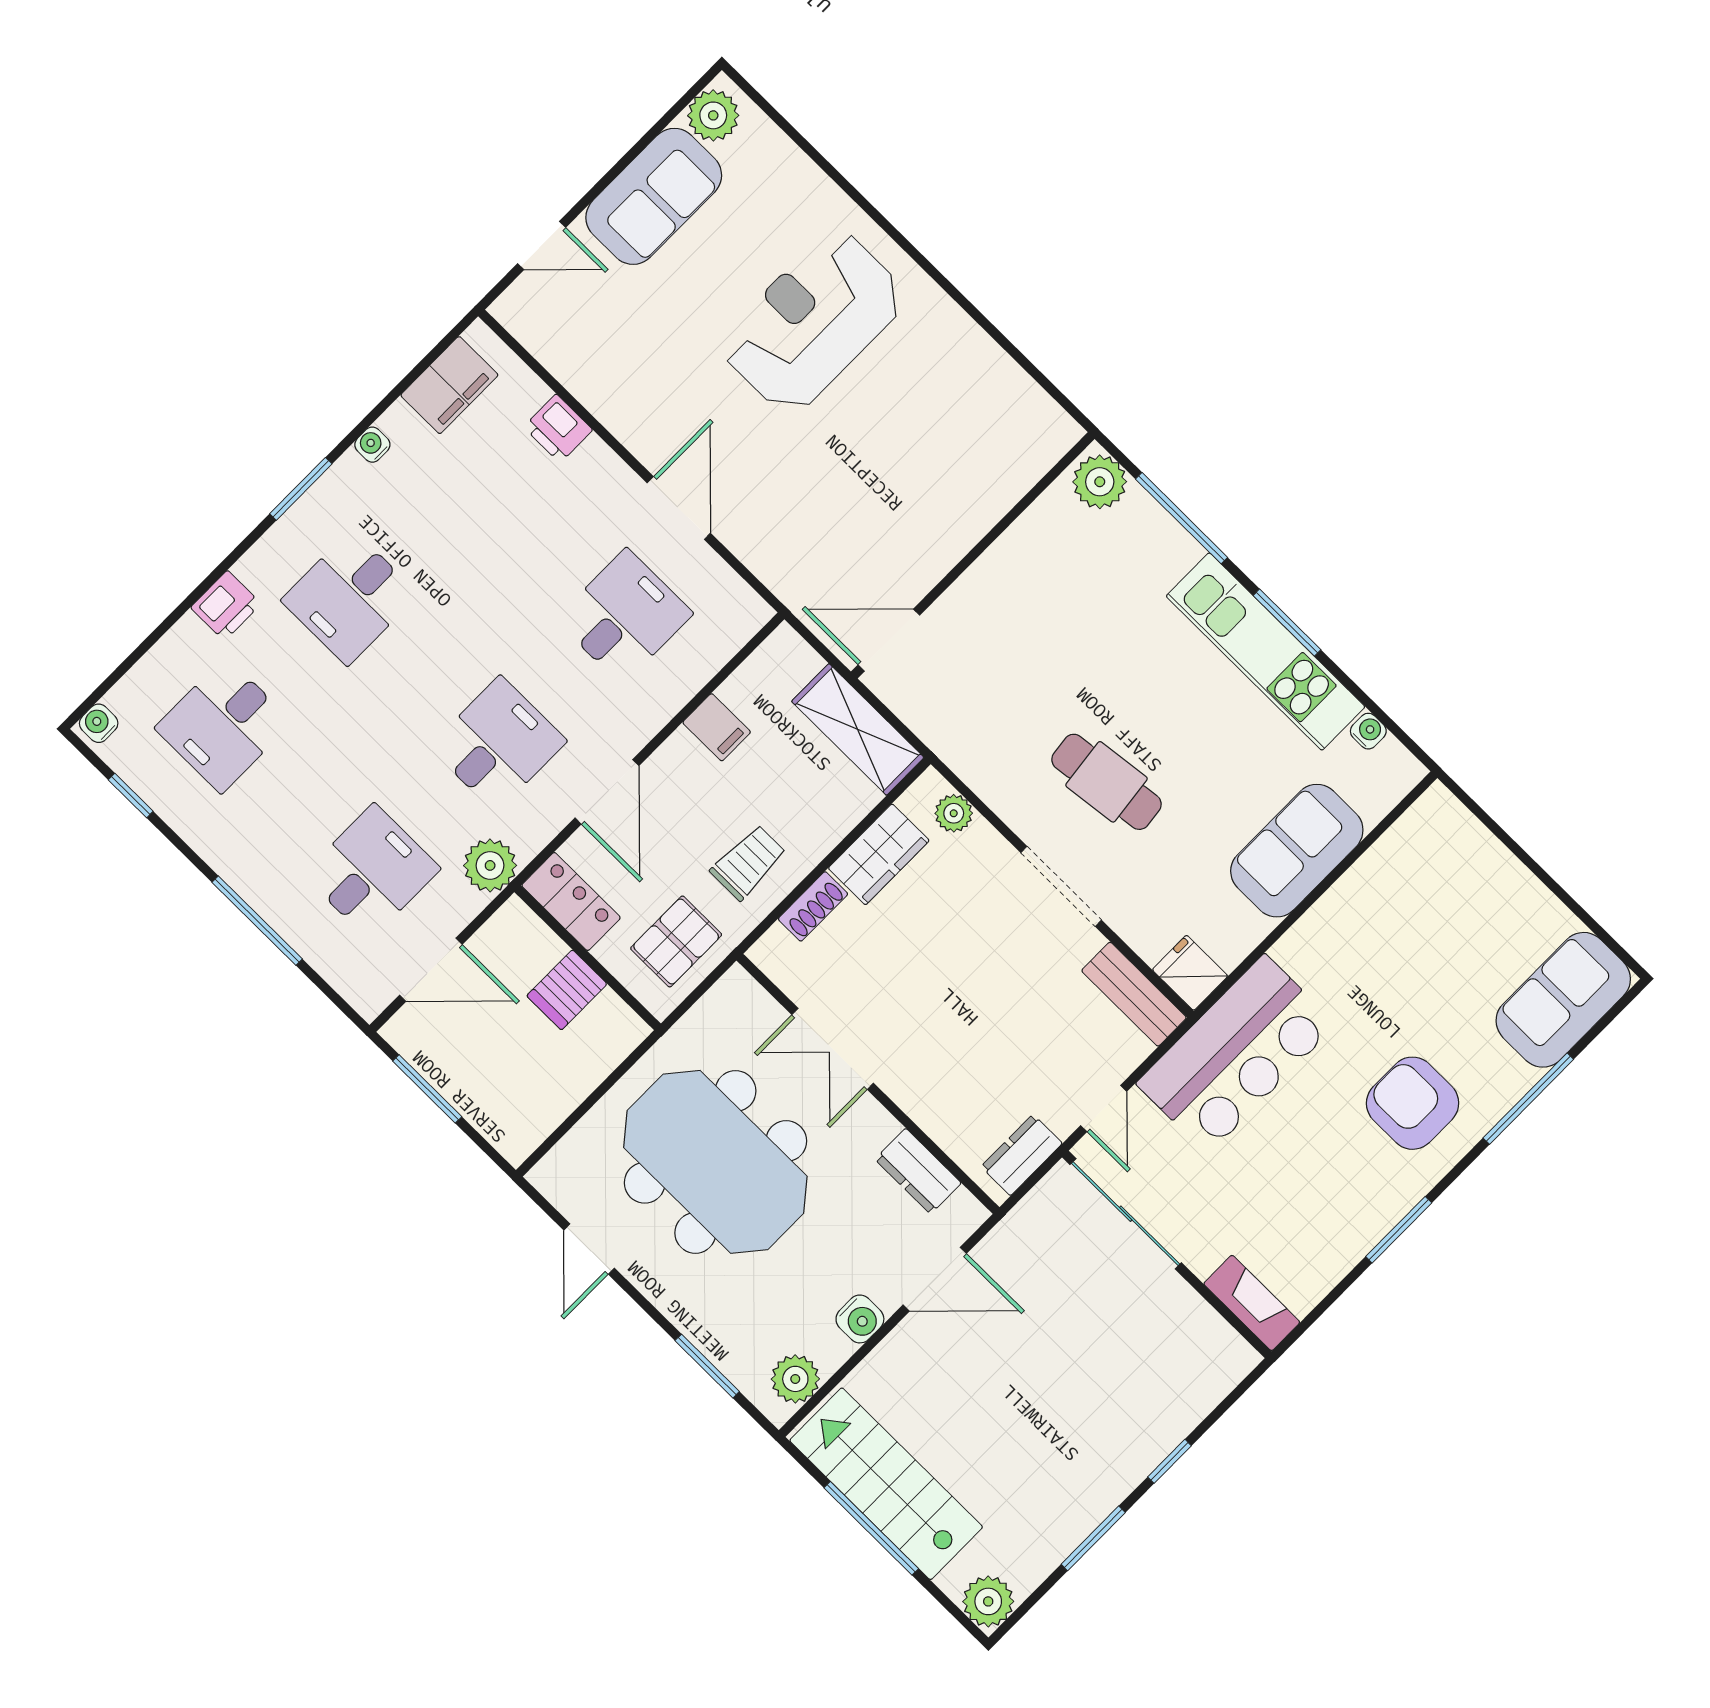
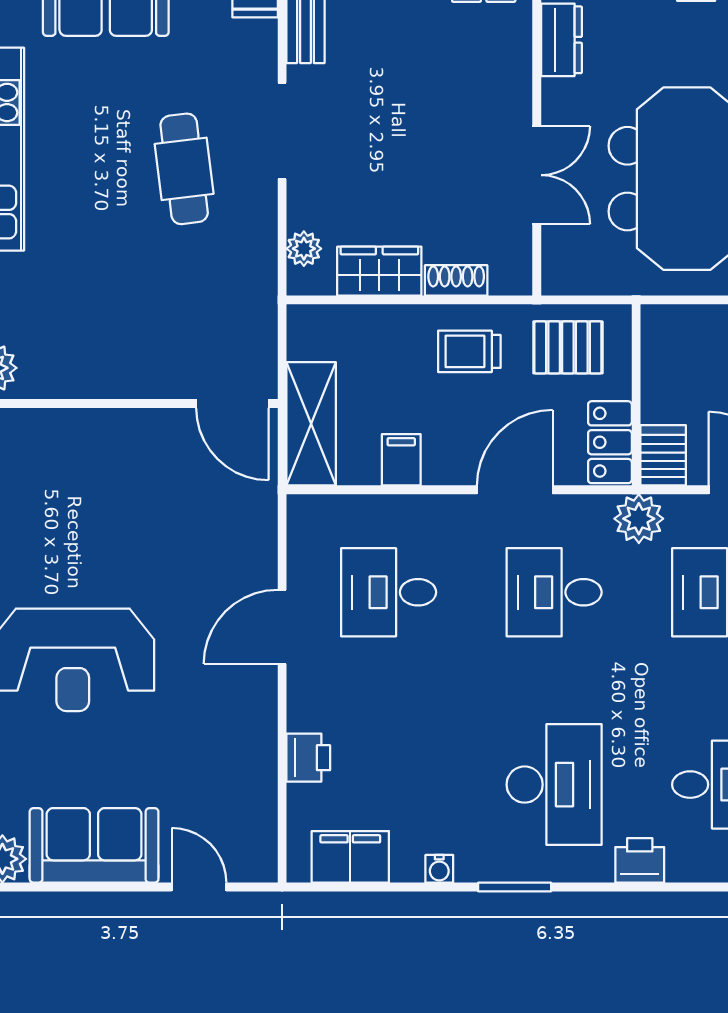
desk: (350, 597) -> (554, 785), width x1.37
shelving: (858, 729) -> (311, 424), moved
server rack: (567, 990) -> (663, 455), moved, turned -90

